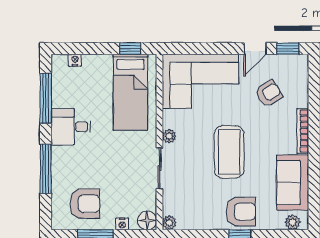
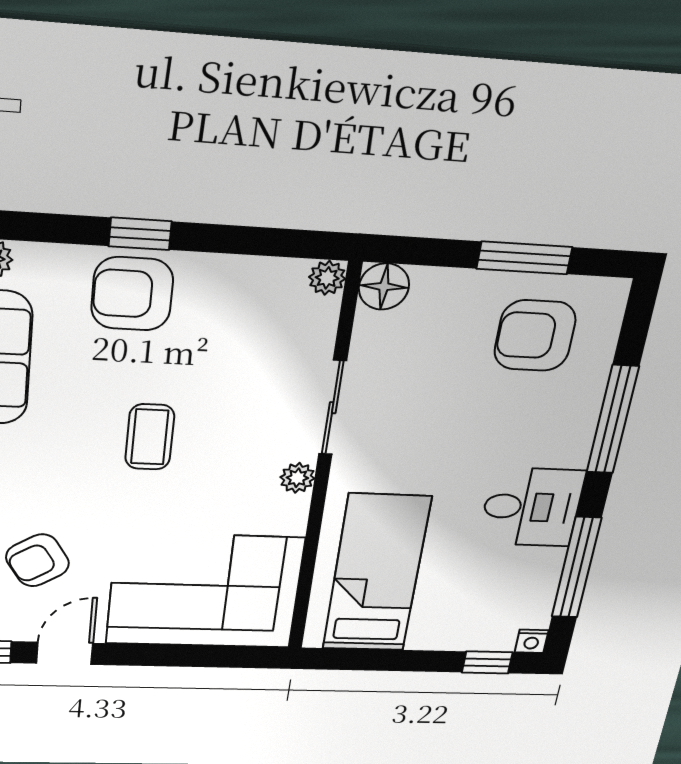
window: (130, 49) -> (487, 662), moved
nightstand: (75, 60) -> (532, 641), moved
coffee table: (229, 152) -> (150, 437), width x0.54, depth x0.58
nightstand: (122, 224) -> (450, 282), removed

